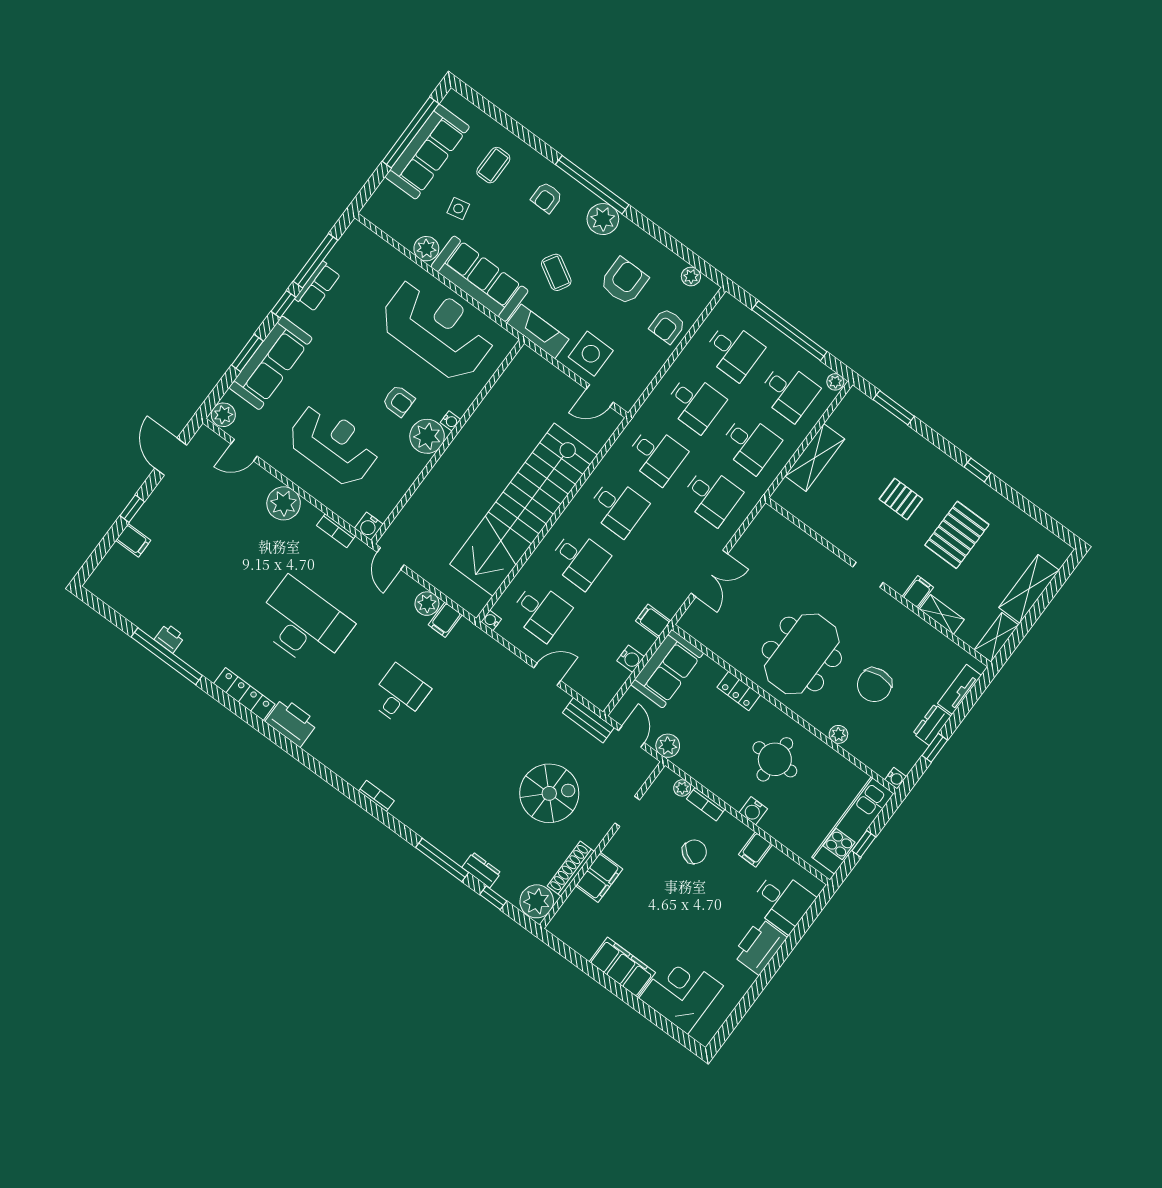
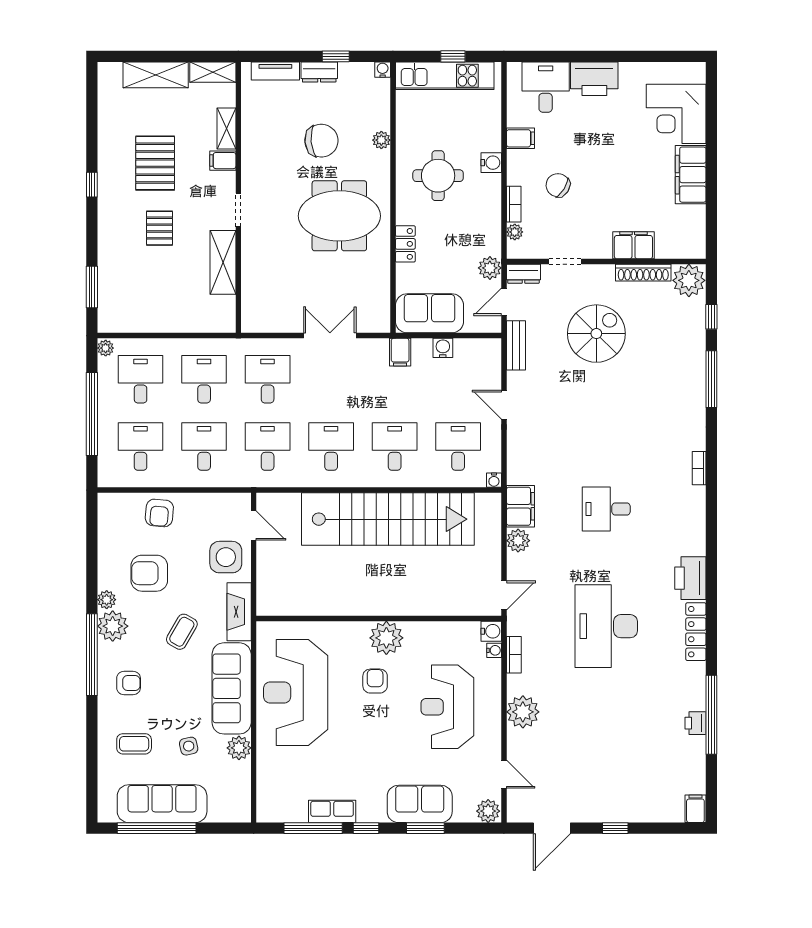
plant: (691, 276) -> (107, 600), moved
armchair: (667, 326) -> (159, 513), turned 95
sofa: (271, 363) -> (420, 804), width x0.73
water cooler: (451, 421) -> (494, 650), moved, turned 90
shelving: (815, 458) -> (223, 262), moved, turned 90
pallet: (957, 535) -> (155, 163), turned 90
filing cabinet: (133, 540) -> (695, 809), moved
filing cabinet: (445, 620) -> (520, 506), width x2.00
spiral stairs: (549, 793) -> (596, 334), turned 90
dresser: (481, 870) -> (523, 274), moved, turned -90

